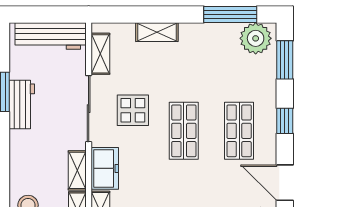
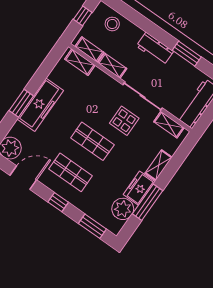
window: (230, 15) -> (148, 202), moved
plant: (256, 38) -> (123, 209), moved
workbench: (22, 105) -> (155, 49), moved
freezer: (105, 168) -> (139, 188), moved, turned 90

